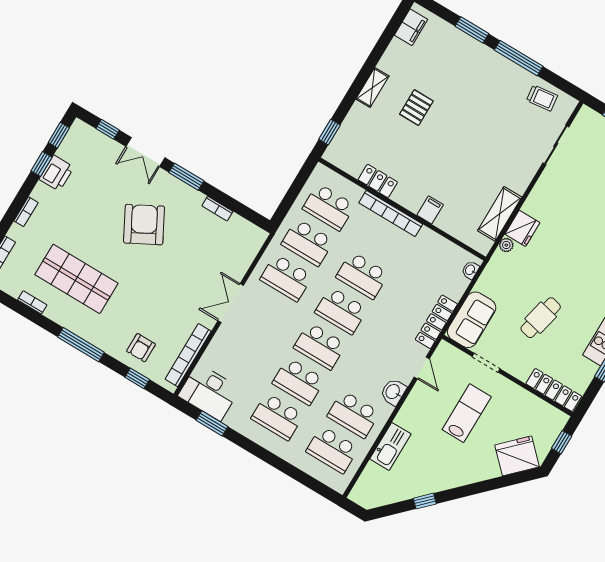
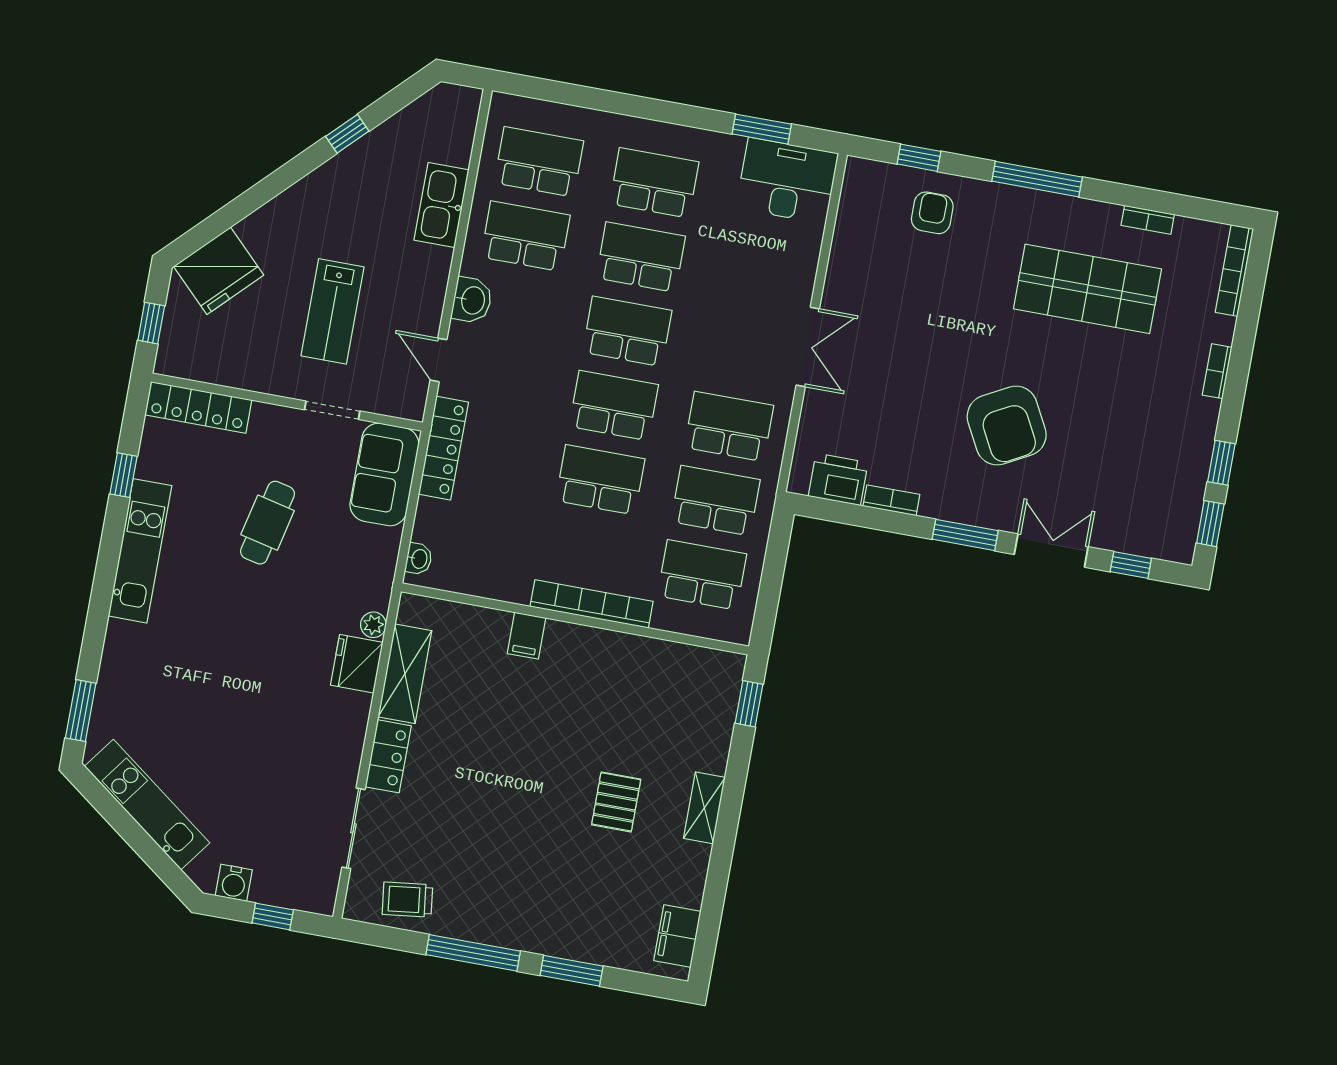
printer: (56, 173) -> (838, 479), moved, turned 90
locker: (378, 181) -> (388, 756), moved, turned -90
bookcase: (188, 355) -> (847, 231), removed

